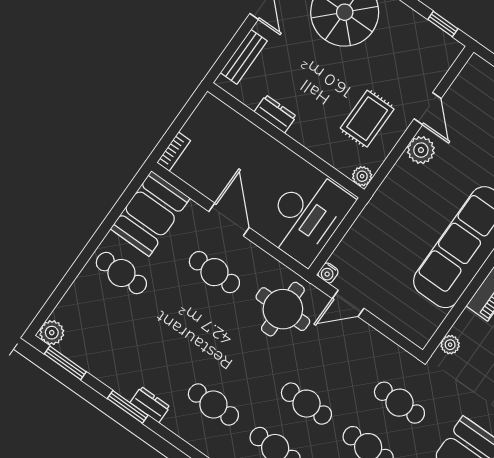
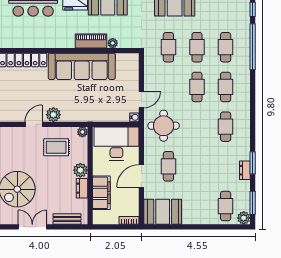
plant: (305, 131) -> (80, 170), added
filing cabinet: (247, 139) -> (101, 193), added
cafe table: (121, 273) -> (226, 206), moved
door: (348, 303) -> (141, 99), hinge flipped
plant: (450, 345) -> (113, 43), moved
dresser: (150, 405) -> (245, 170), moved

